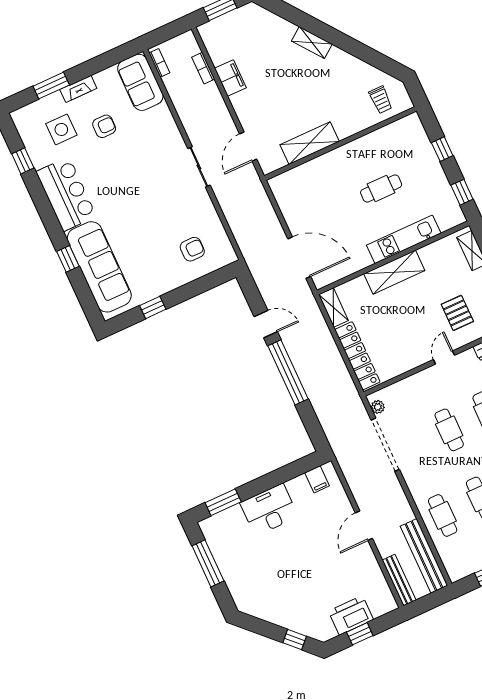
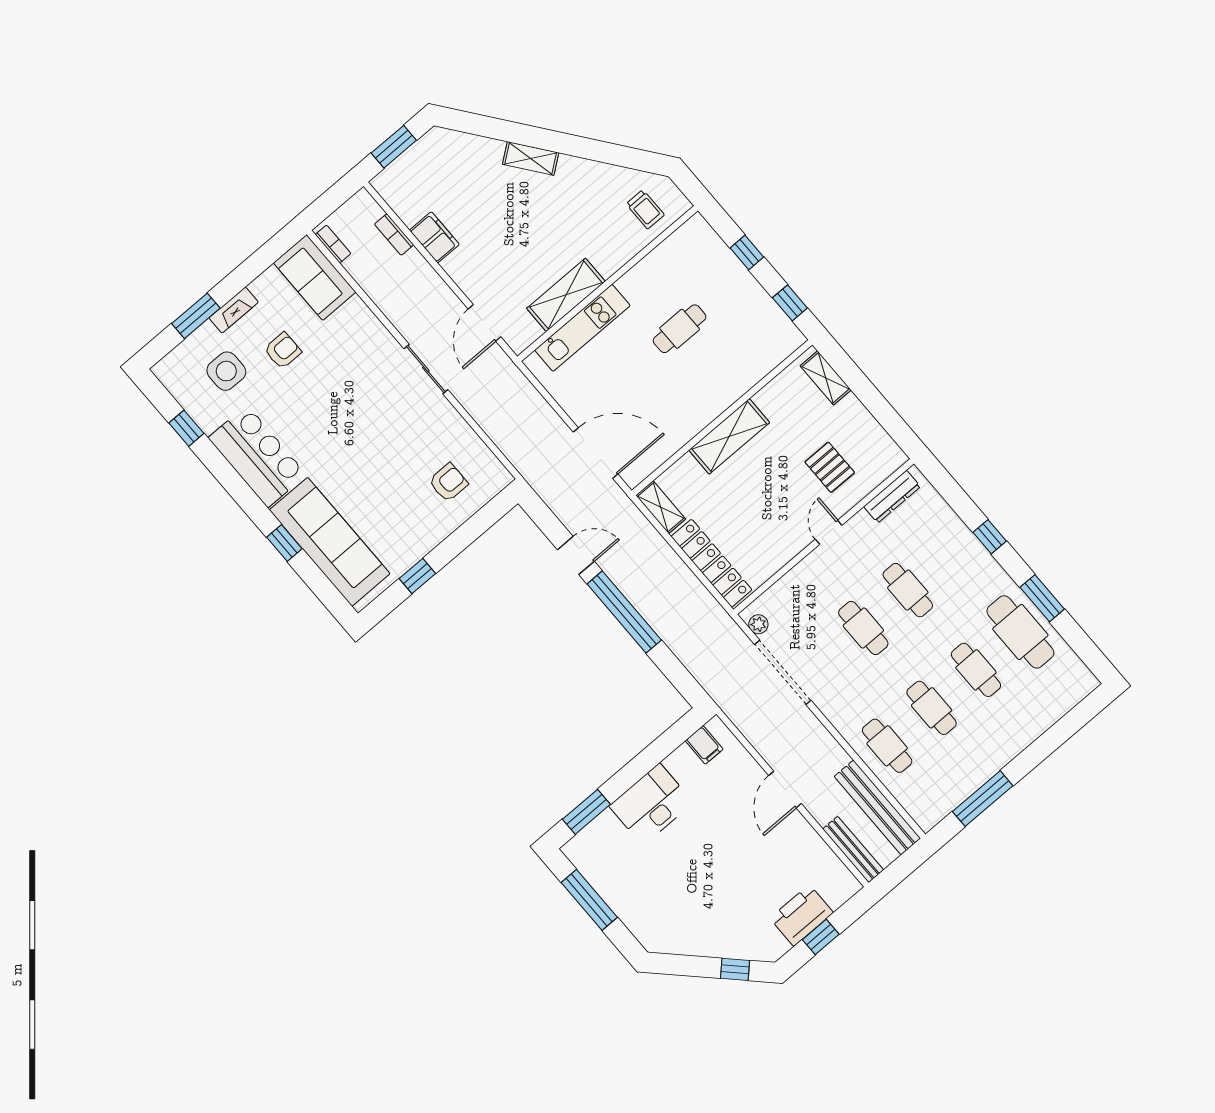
kitchen unit: (404, 239) -> (582, 328), moved, turned 180

